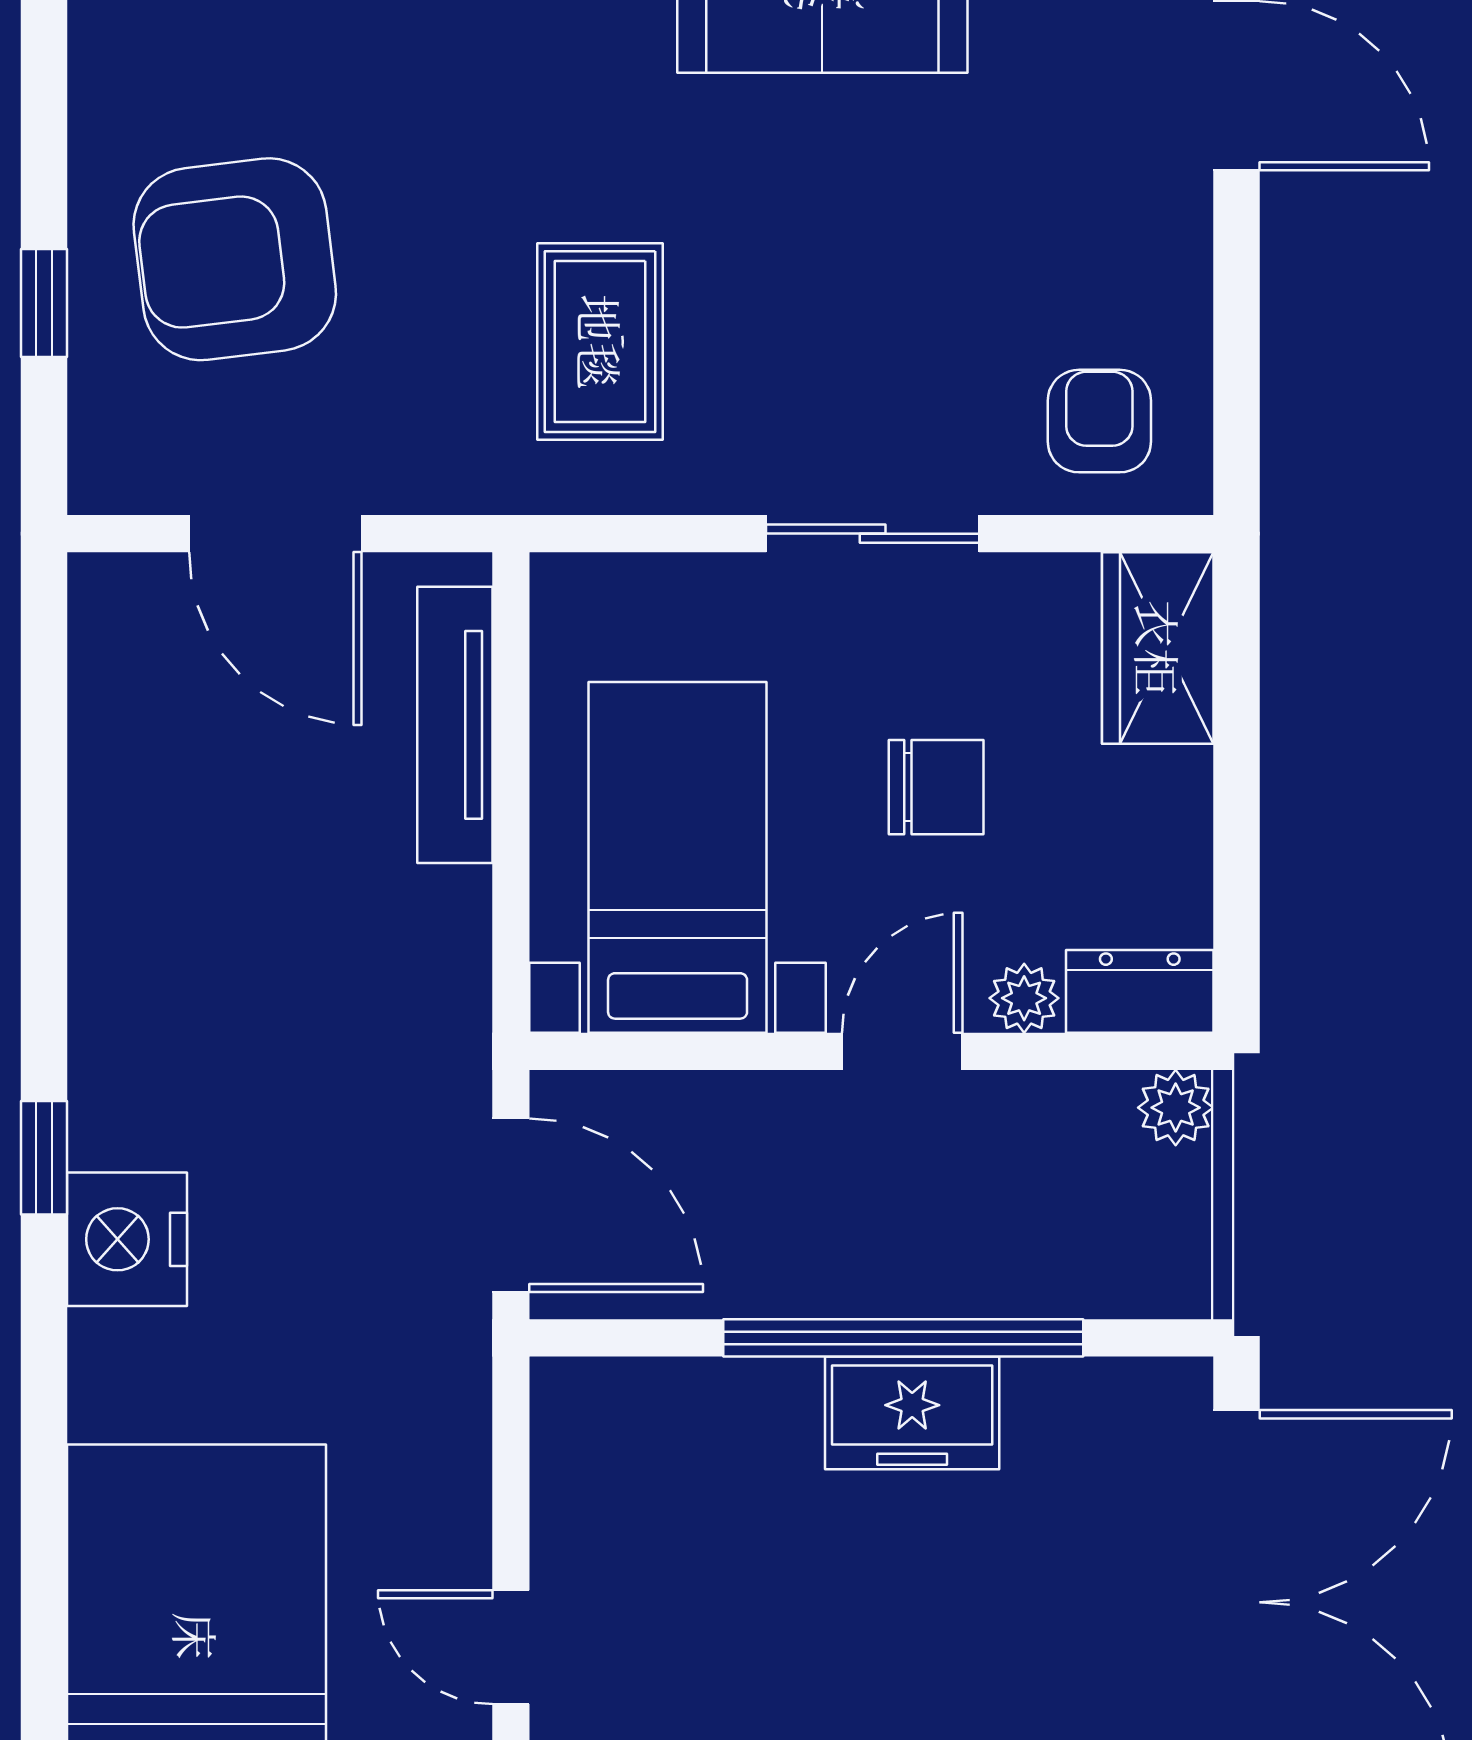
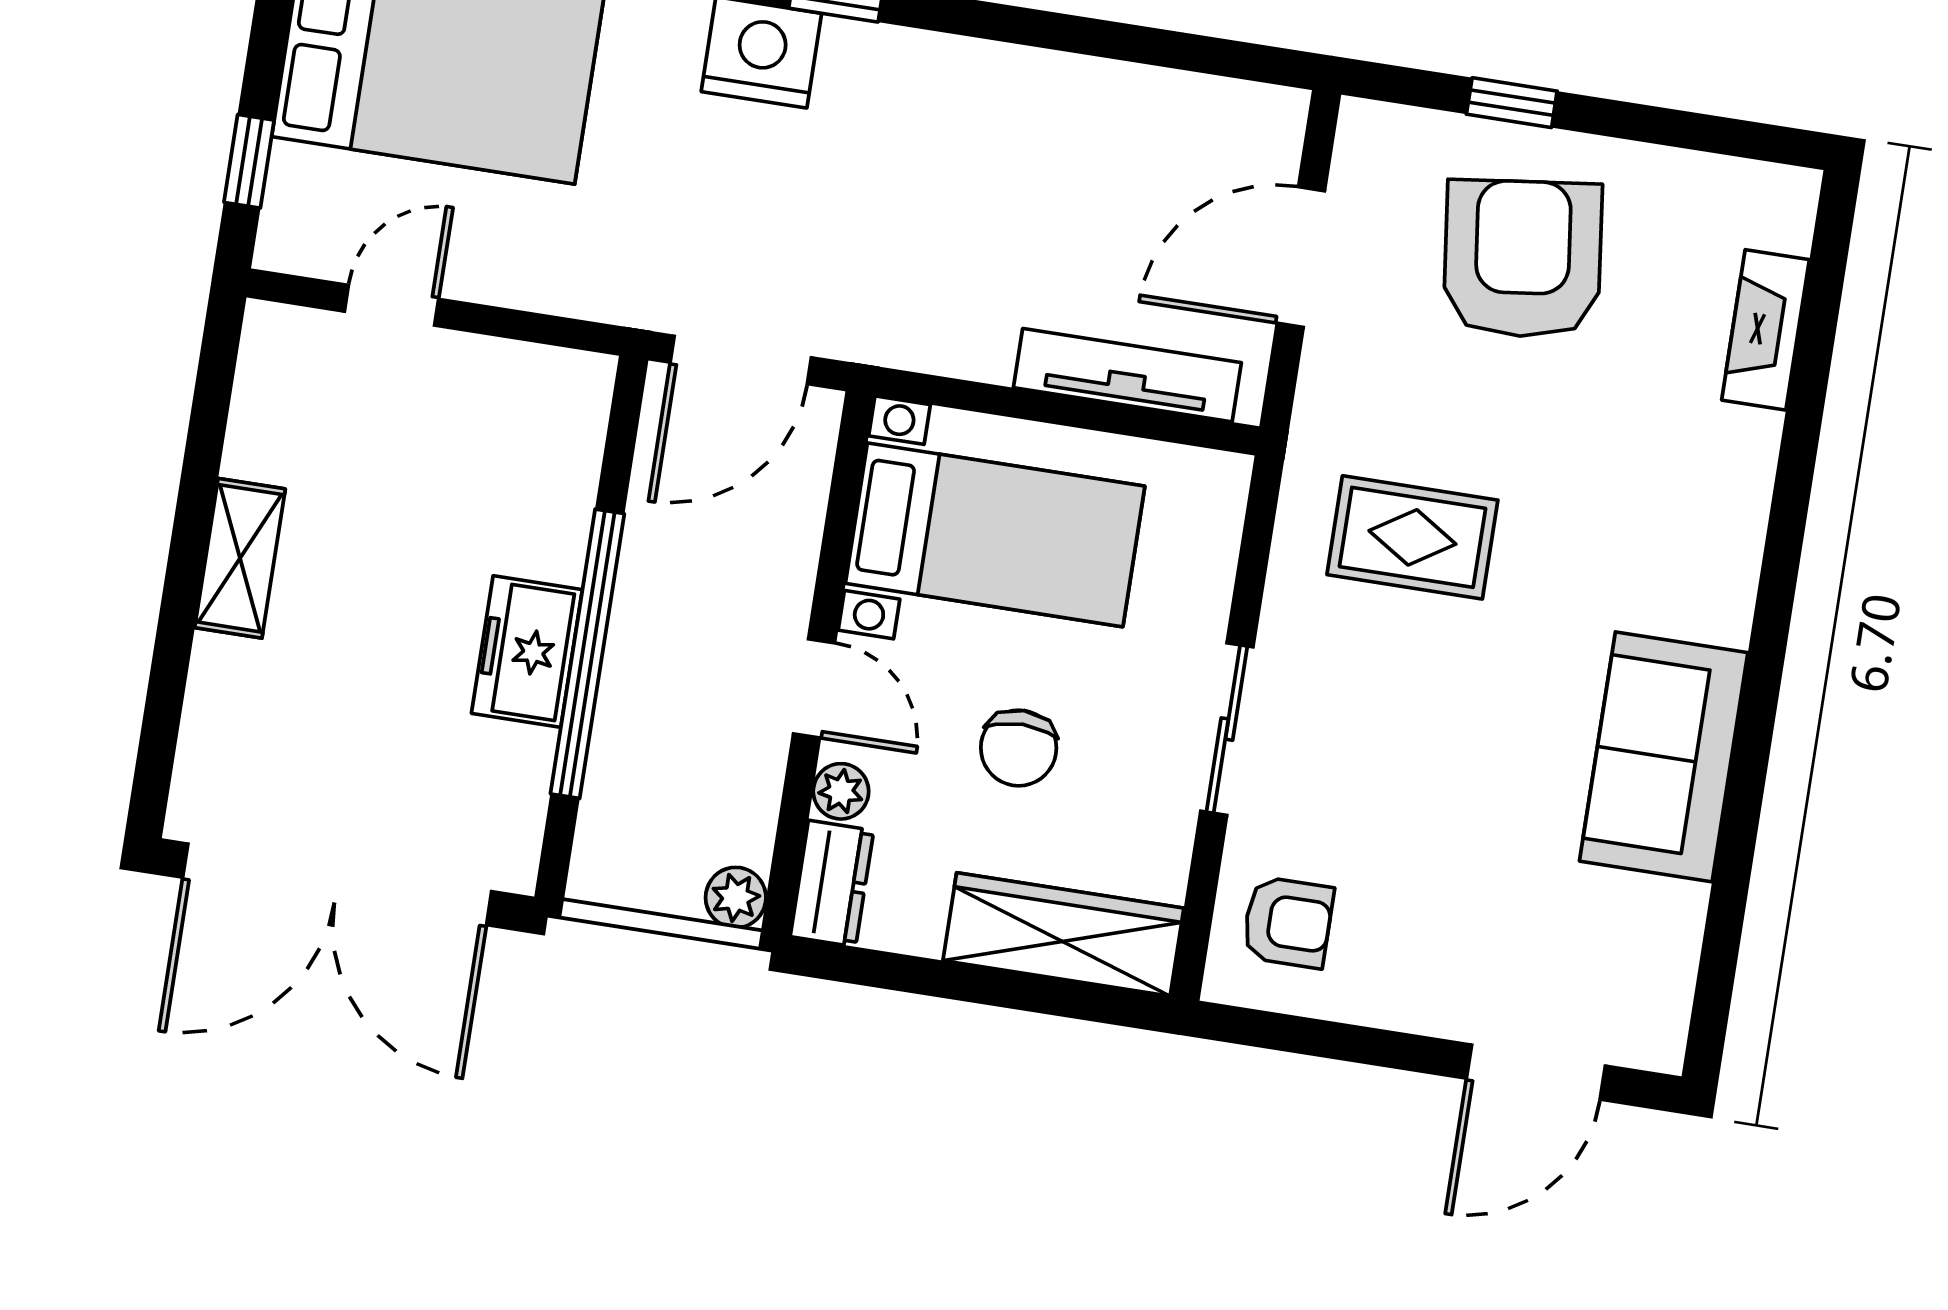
wardrobe: (1158, 648) -> (1063, 934), width x1.50

